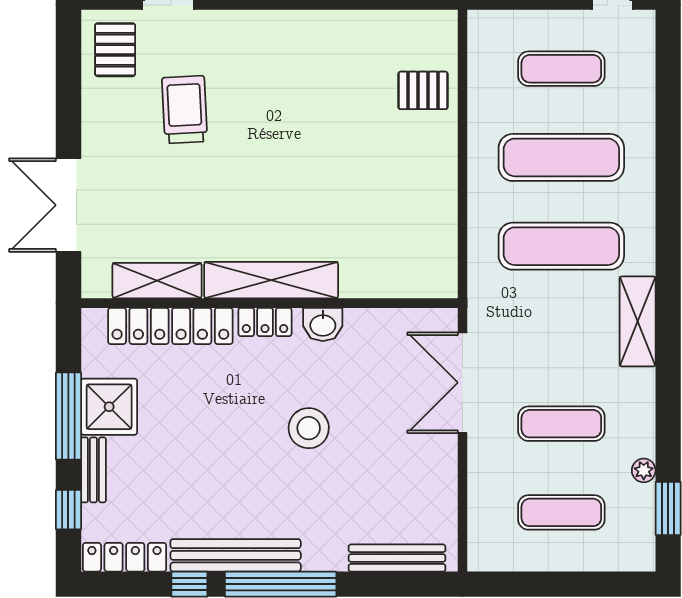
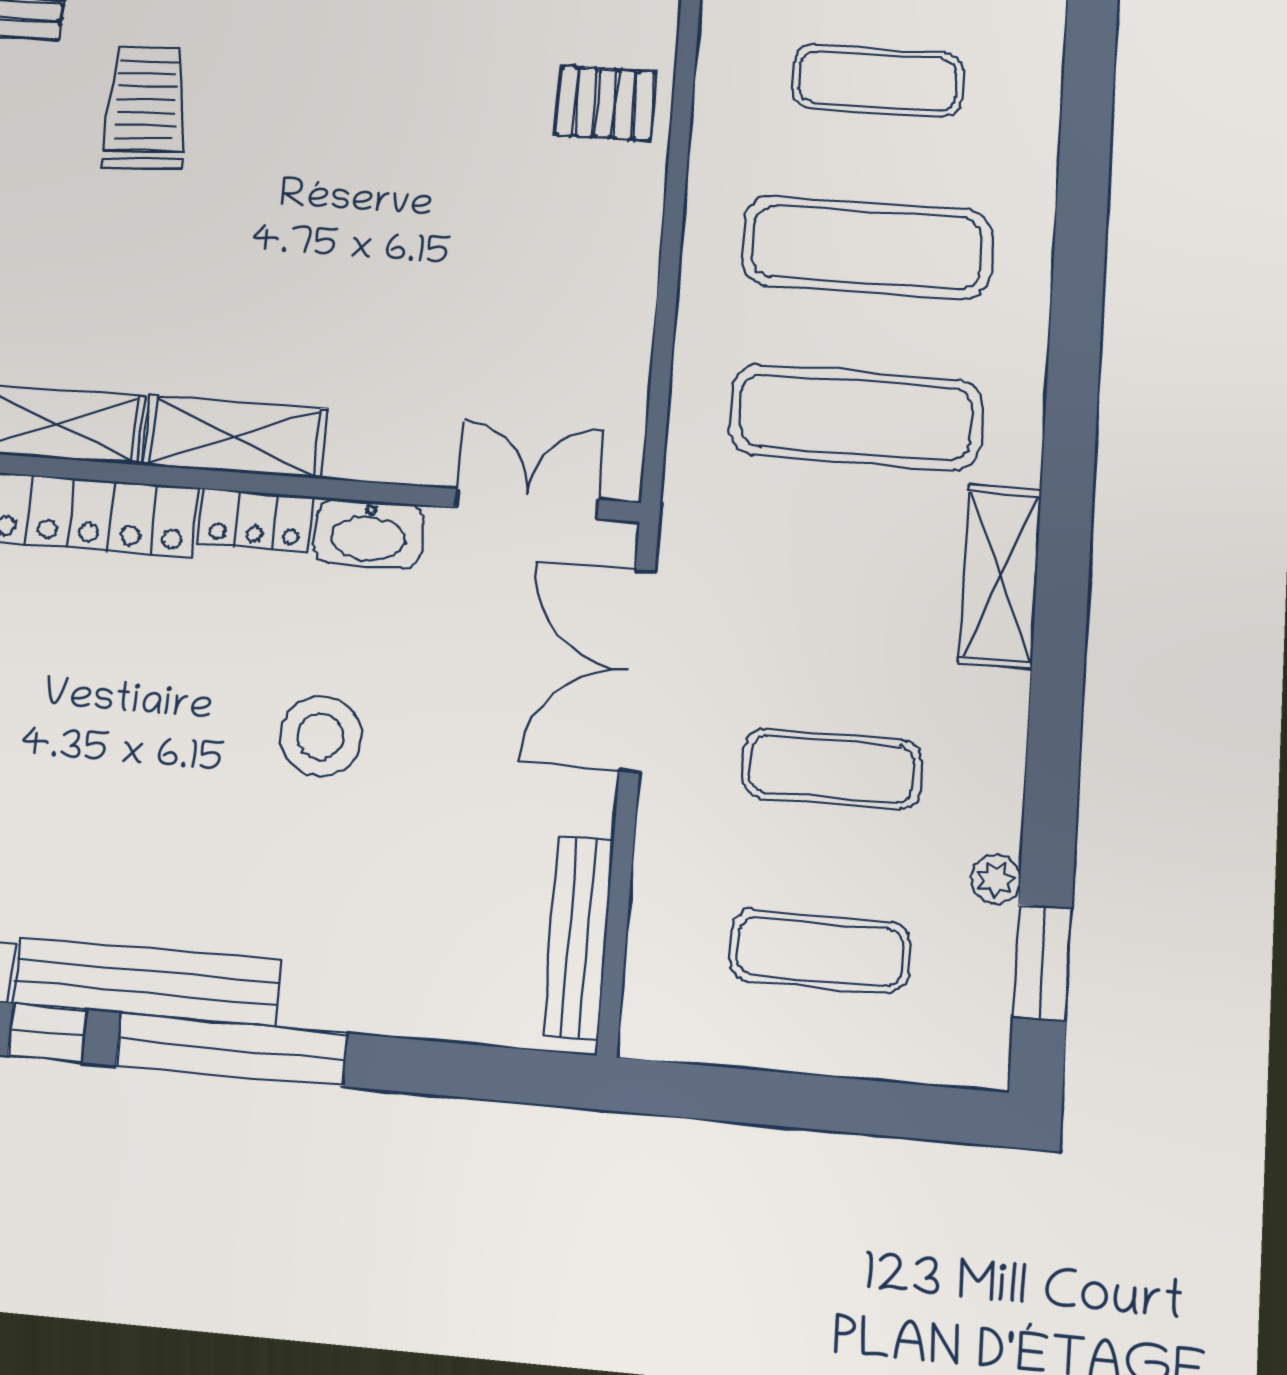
shelving: (271, 280) -> (235, 437), width x0.68
double door: (401, 303) -> (527, 504), added
washbasin: (323, 324) -> (369, 534), width x1.38
bench: (397, 558) -> (578, 938), moved, turned 90

